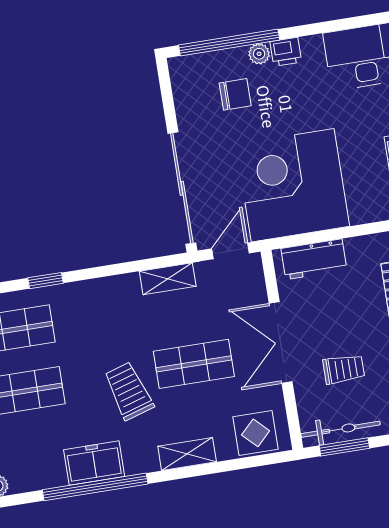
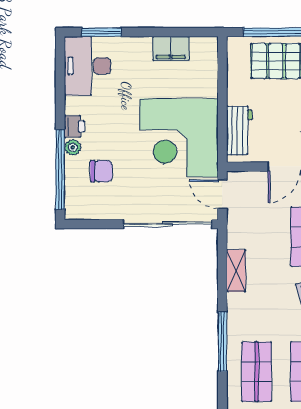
chair: (235, 94) -> (101, 171), turned 90
shelving: (168, 279) -> (236, 271), moved
window: (46, 281) -> (222, 342), width x2.17

